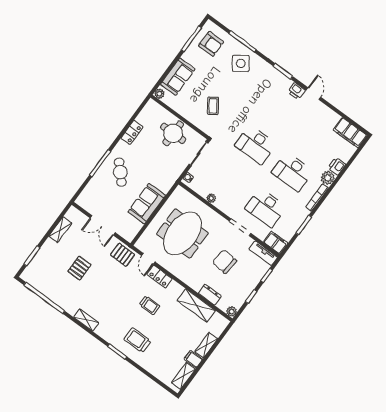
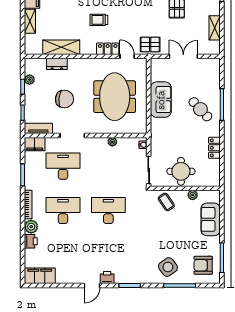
plant: (159, 94) -> (193, 195), moved
door: (313, 94) -> (92, 286), hinge flipped
coffee table: (213, 106) -> (166, 202), moved
plant: (232, 312) -> (29, 80), moved

